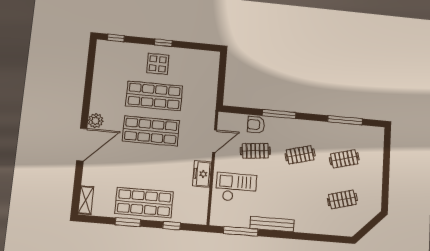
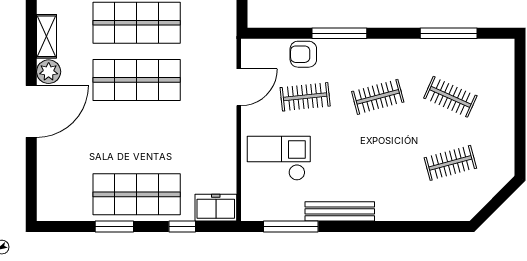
clothes rail: (344, 159) -> (450, 97), turned 39
freezer: (202, 174) -> (216, 208), moved, turned 90
shelving: (86, 200) -> (47, 36), moved

